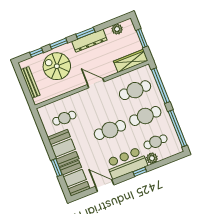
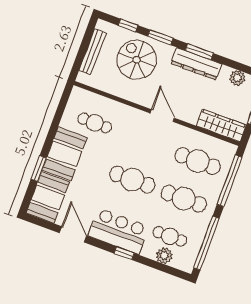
plant: (152, 158) -> (164, 256), moved

